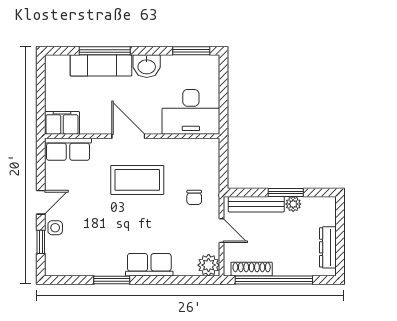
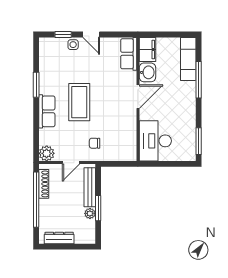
exam couch: (101, 65) -> (188, 59), moved
washbasin: (147, 66) -> (147, 72), moved, turned 180
coffee table: (137, 180) -> (79, 102), moved

